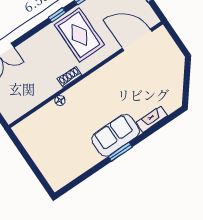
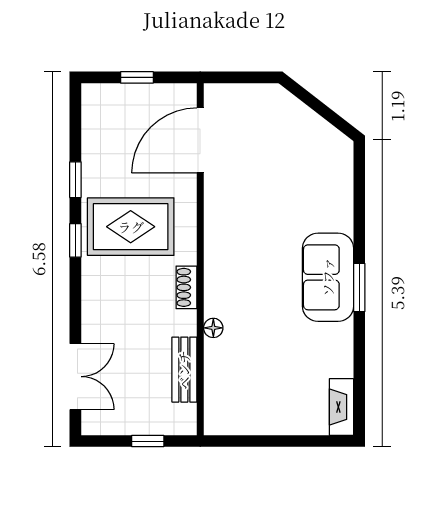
bench: (33, 100) -> (184, 370), added
fireplace: (152, 119) -> (341, 407), moved

